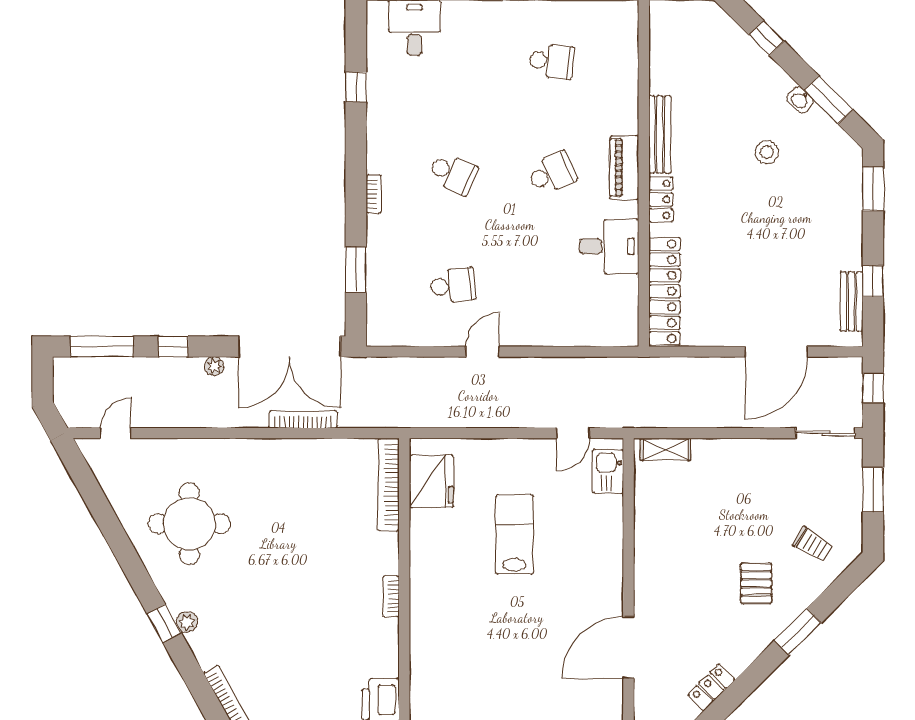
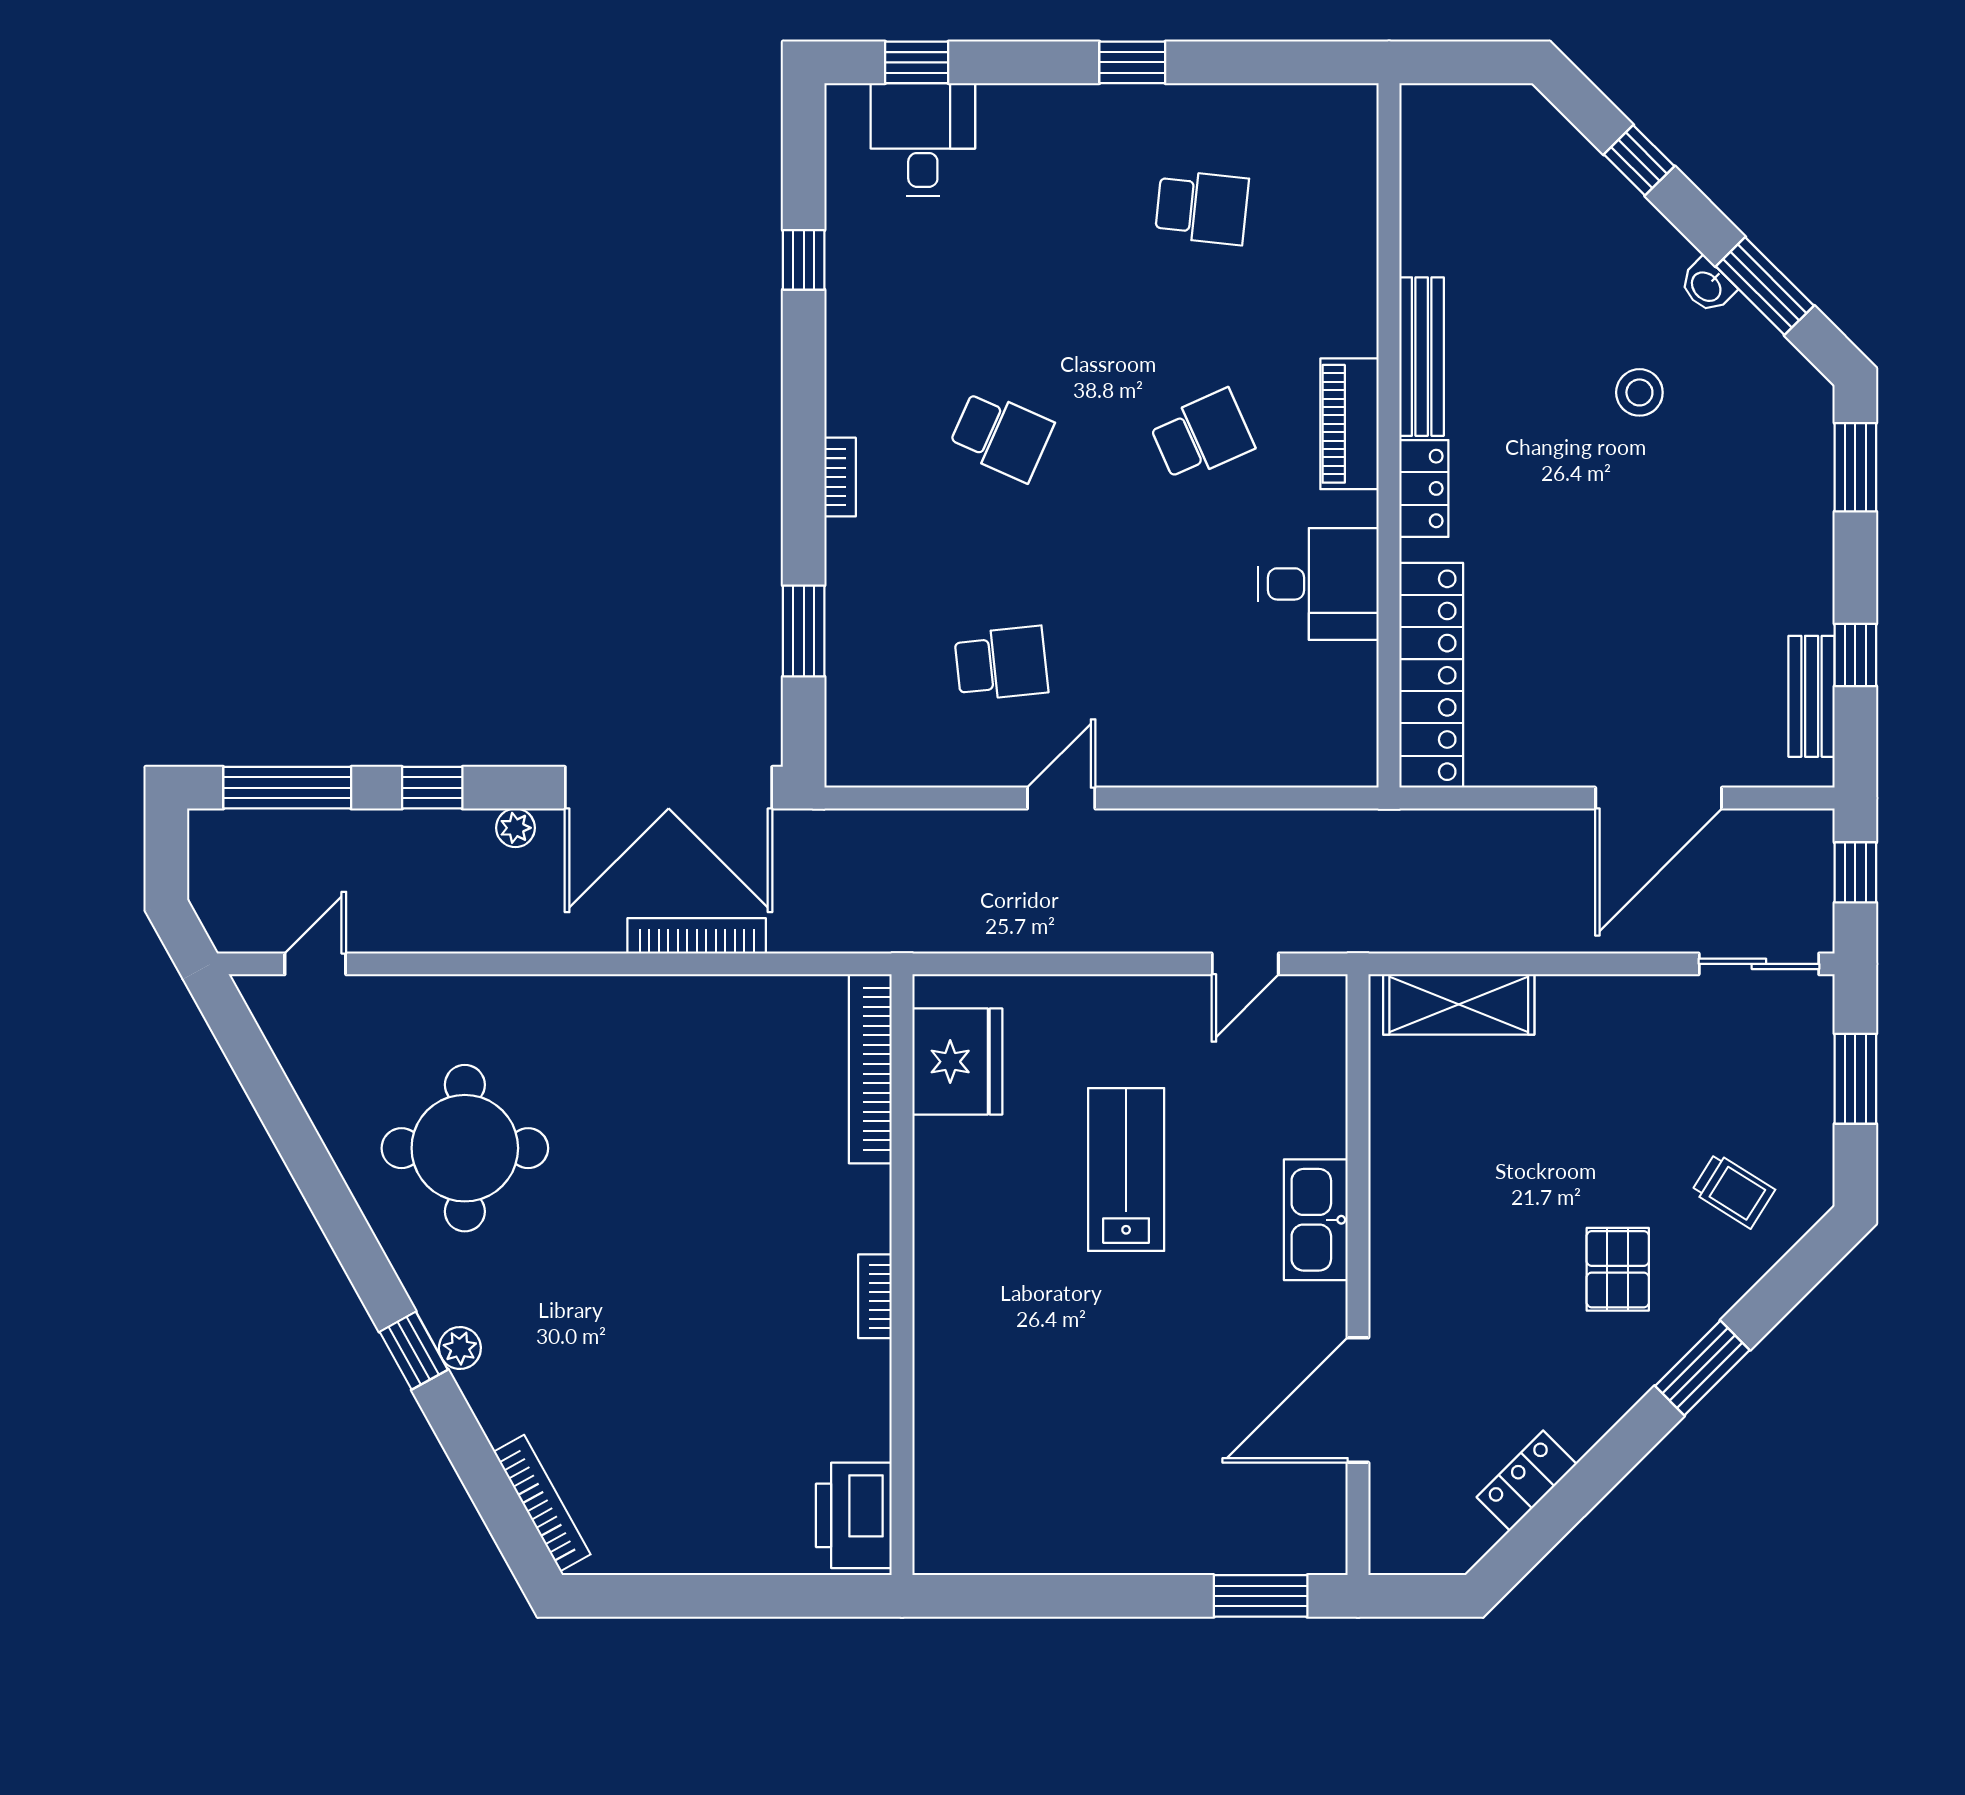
shelving: (666, 449) -> (1459, 1004), width x1.50, depth x1.33
kitchen sink: (608, 471) -> (1316, 1220), moved, width x1.38

